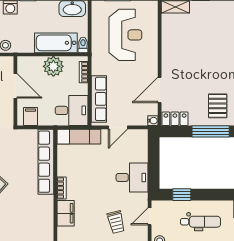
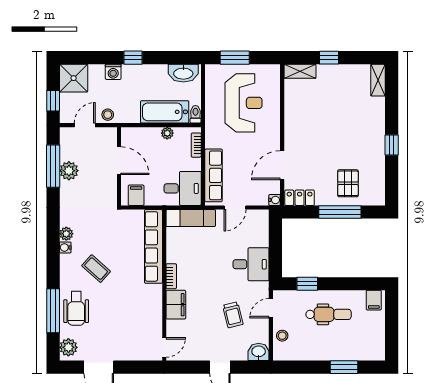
plant: (53, 66) -> (167, 133), width x0.53, depth x0.53

